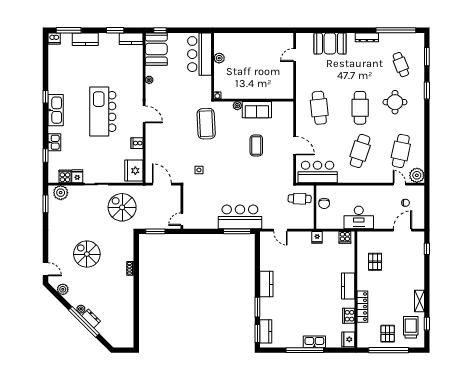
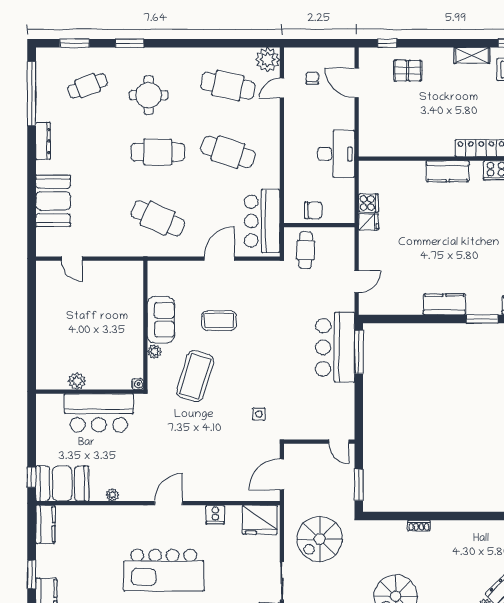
window: (115, 30) -> (32, 574), moved
bar counter: (200, 54) -> (99, 413), moved
cafe table: (319, 108) -> (158, 218), turned 30
coffee table: (206, 124) -> (195, 376), moved, turned -70
cooker: (345, 237) -> (368, 203), moved
pallet: (375, 262) -> (408, 71), moved

